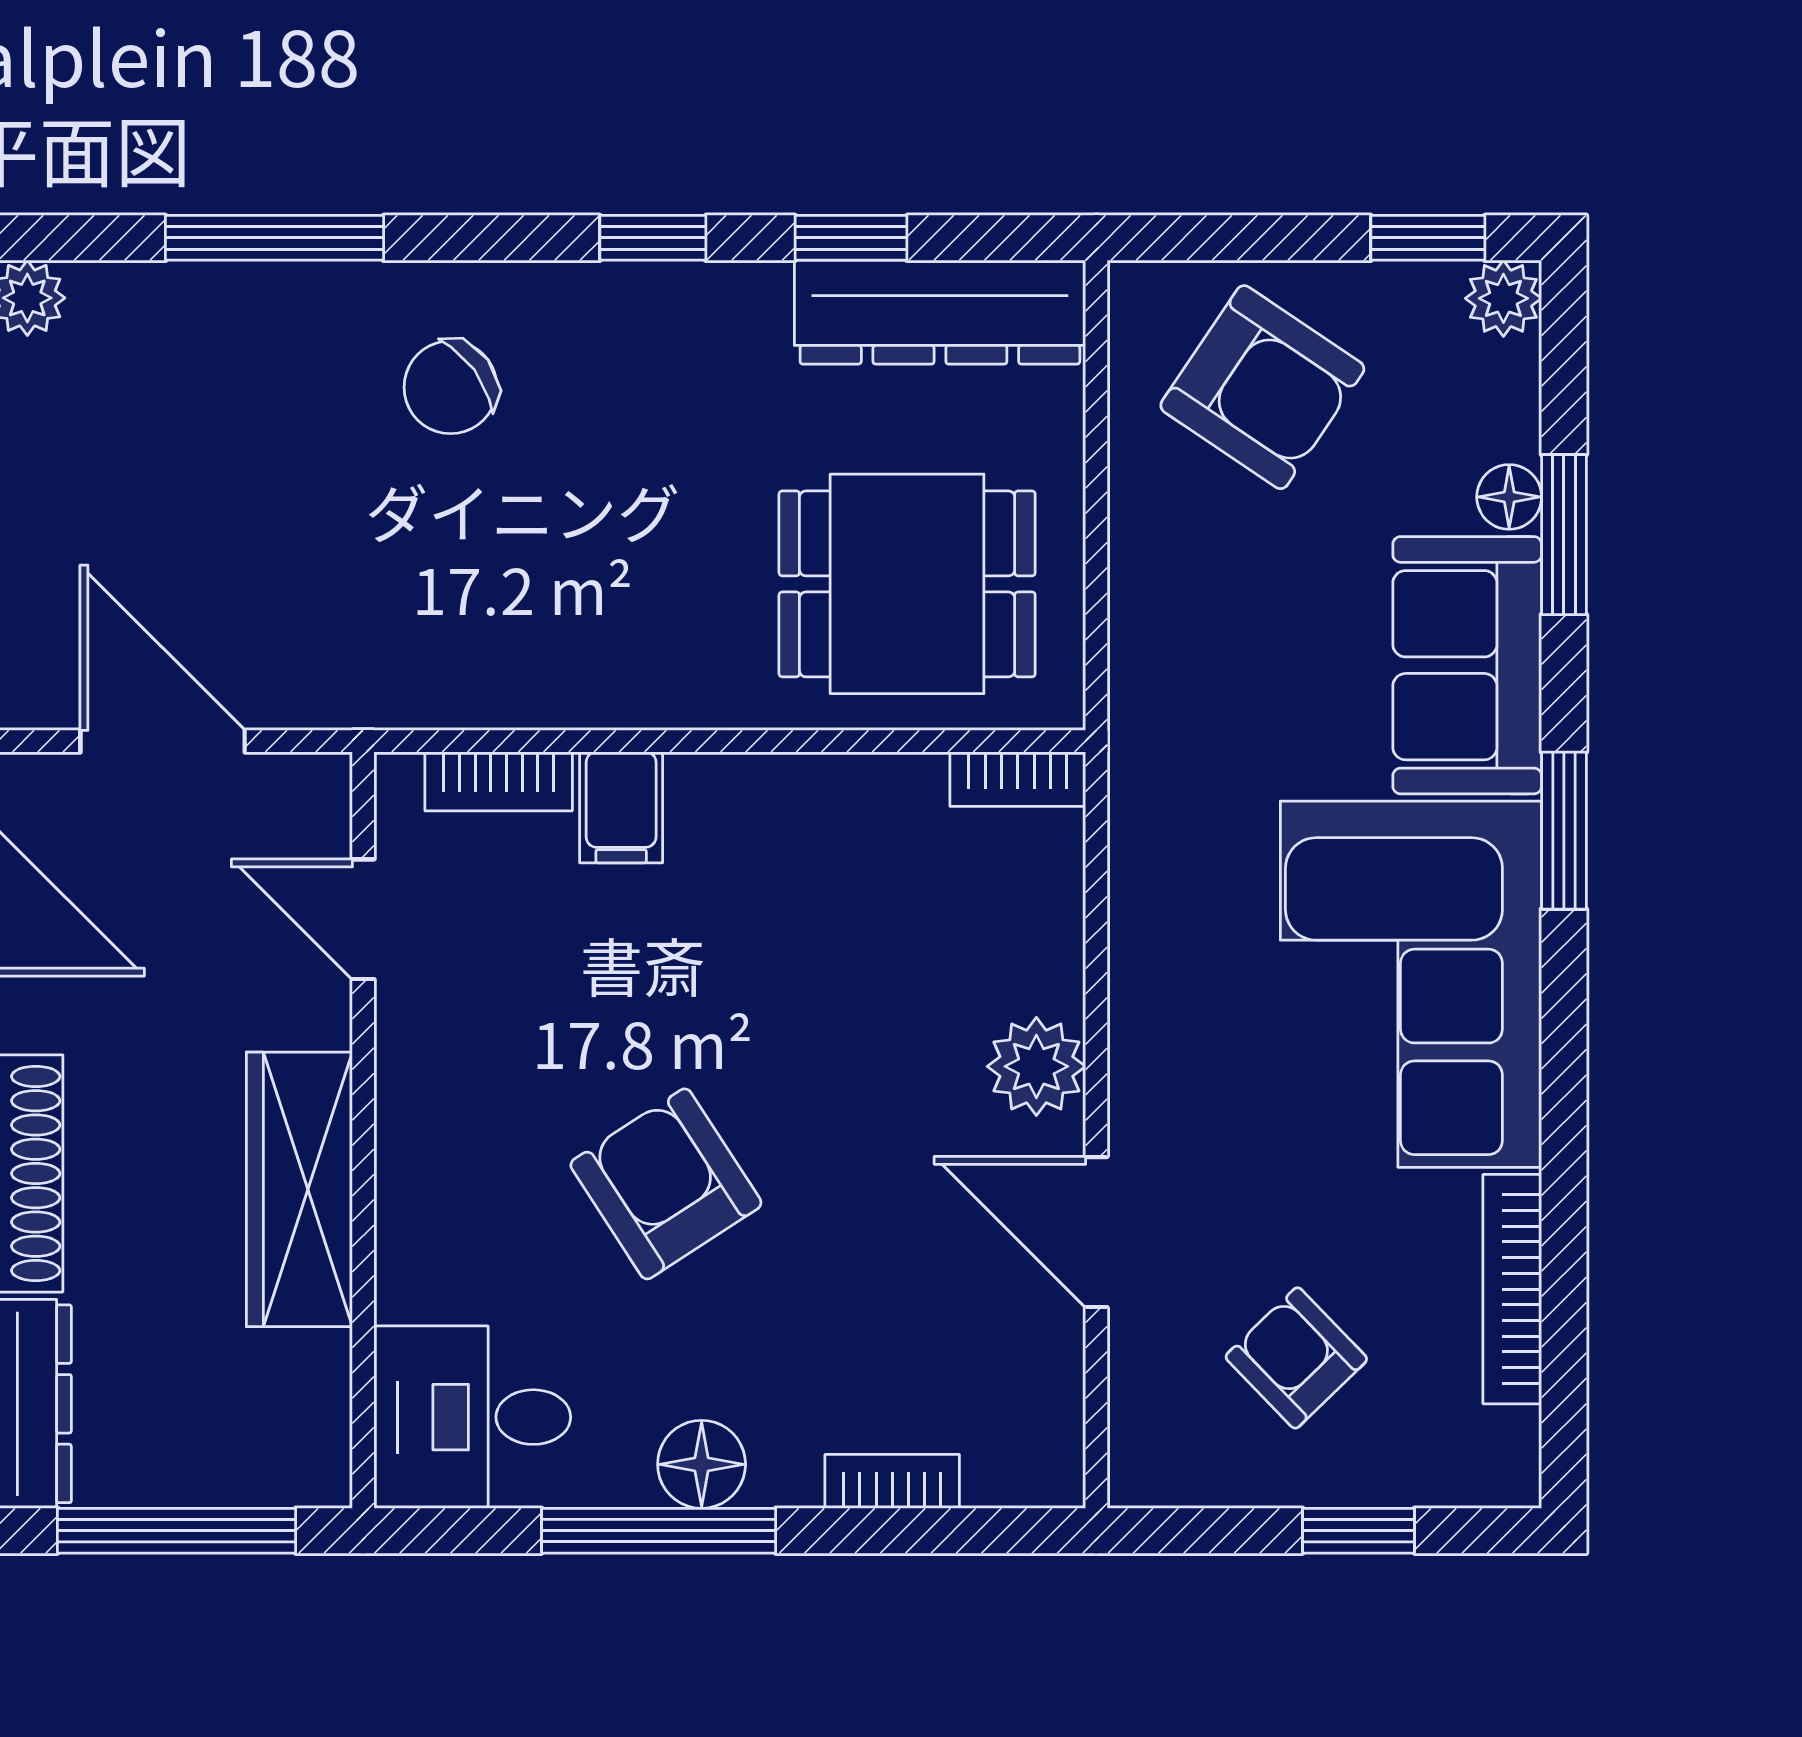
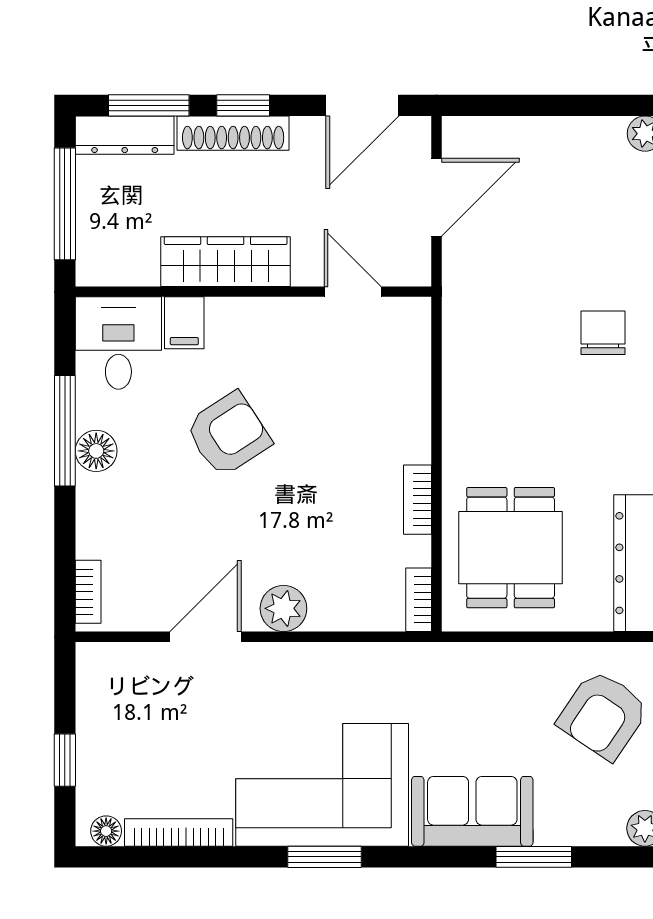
chair: (451, 387) -> (603, 333), turned 36
floor lamp: (1509, 497) -> (106, 831), moved
bookcase: (499, 781) -> (418, 500), moved
filing cabinet: (621, 807) -> (184, 323), moved, turned -90
window: (1564, 831) -> (324, 857), moved
door: (363, 919) -> (353, 292), hinge flipped
armchair: (1296, 1358) -> (146, 731), removed
bookcase: (892, 1481) -> (88, 592), moved

